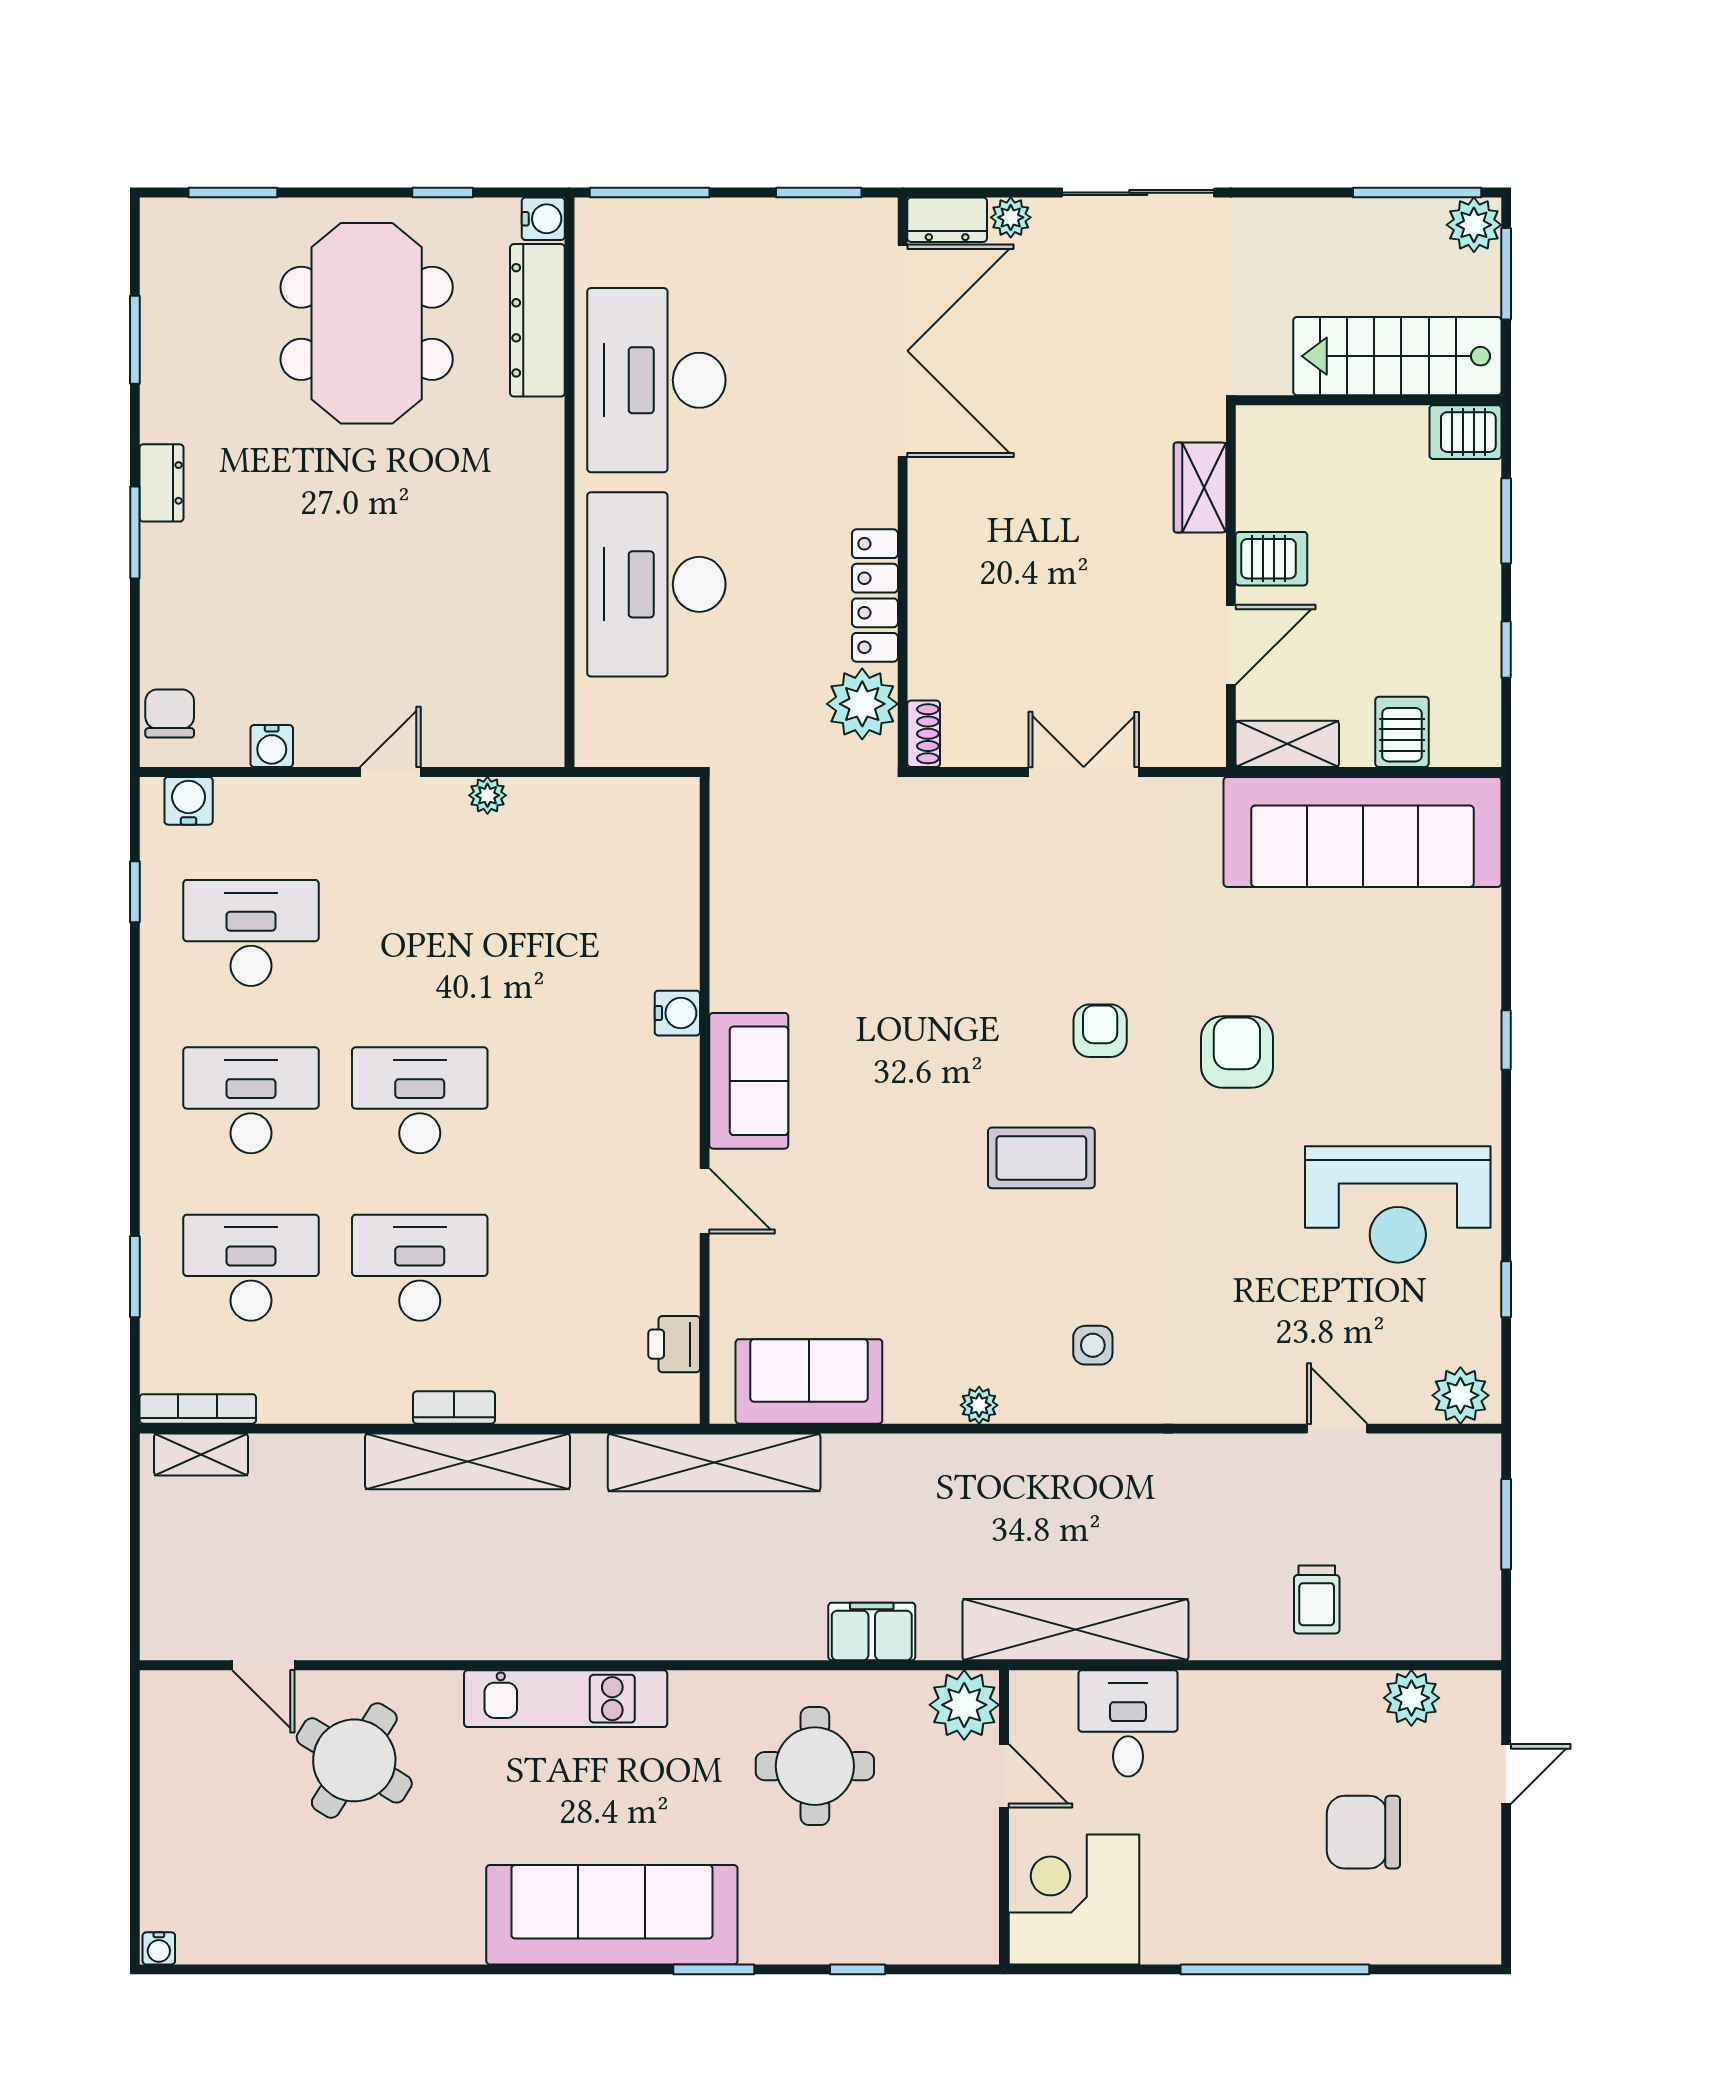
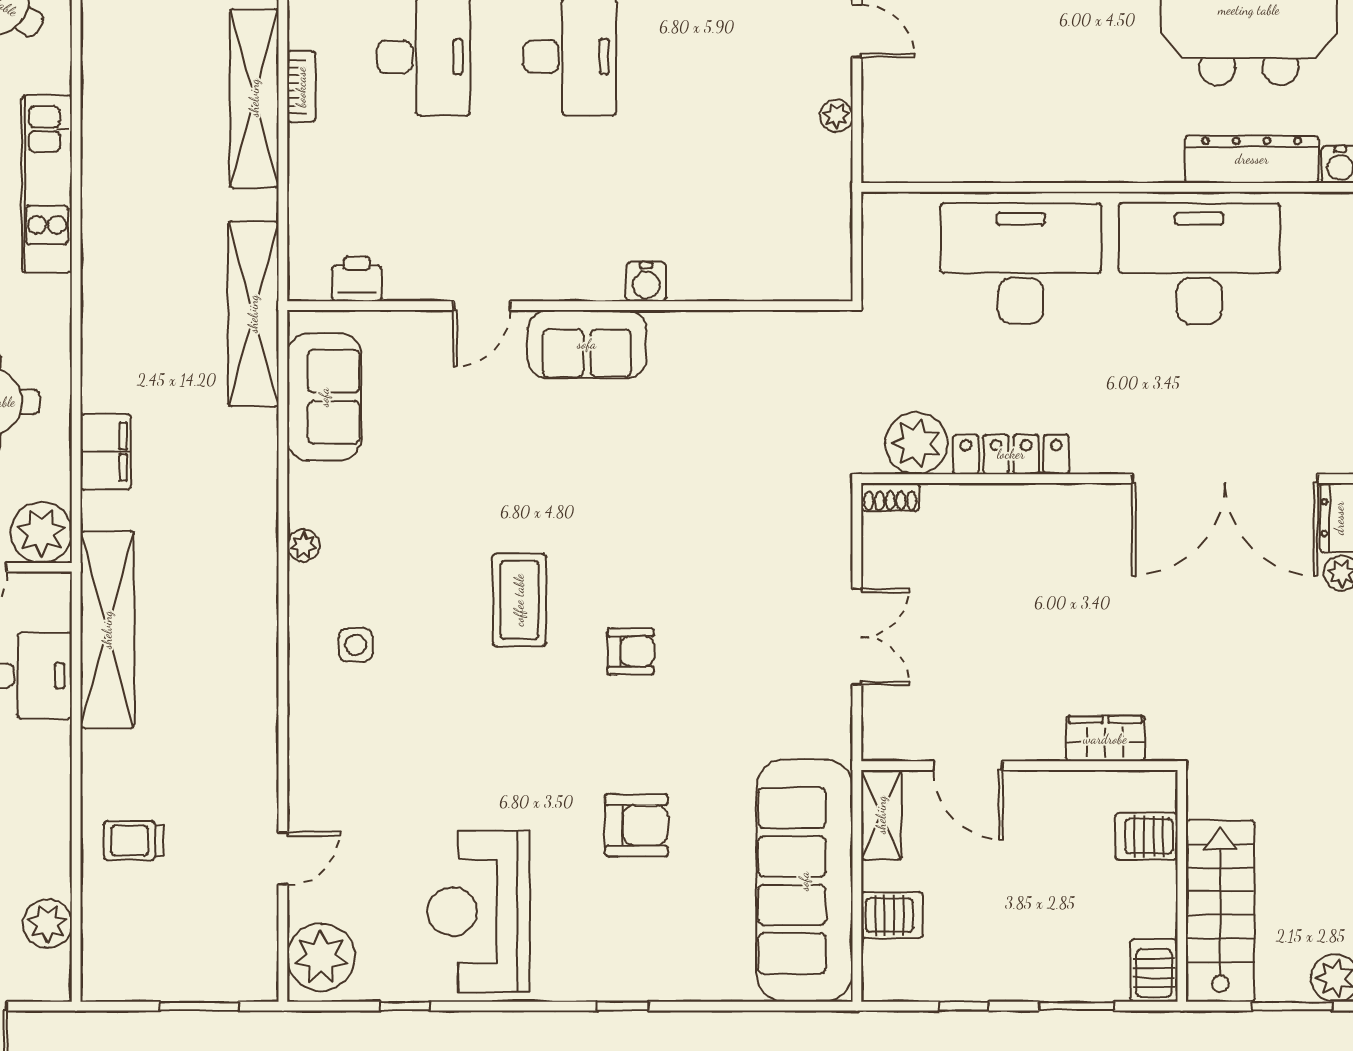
server rack: (1271, 559) -> (1146, 836), moved, turned 90
armchair: (1237, 1052) -> (636, 825), moved
plant: (1460, 1395) -> (321, 957), width x1.36, depth x1.36

